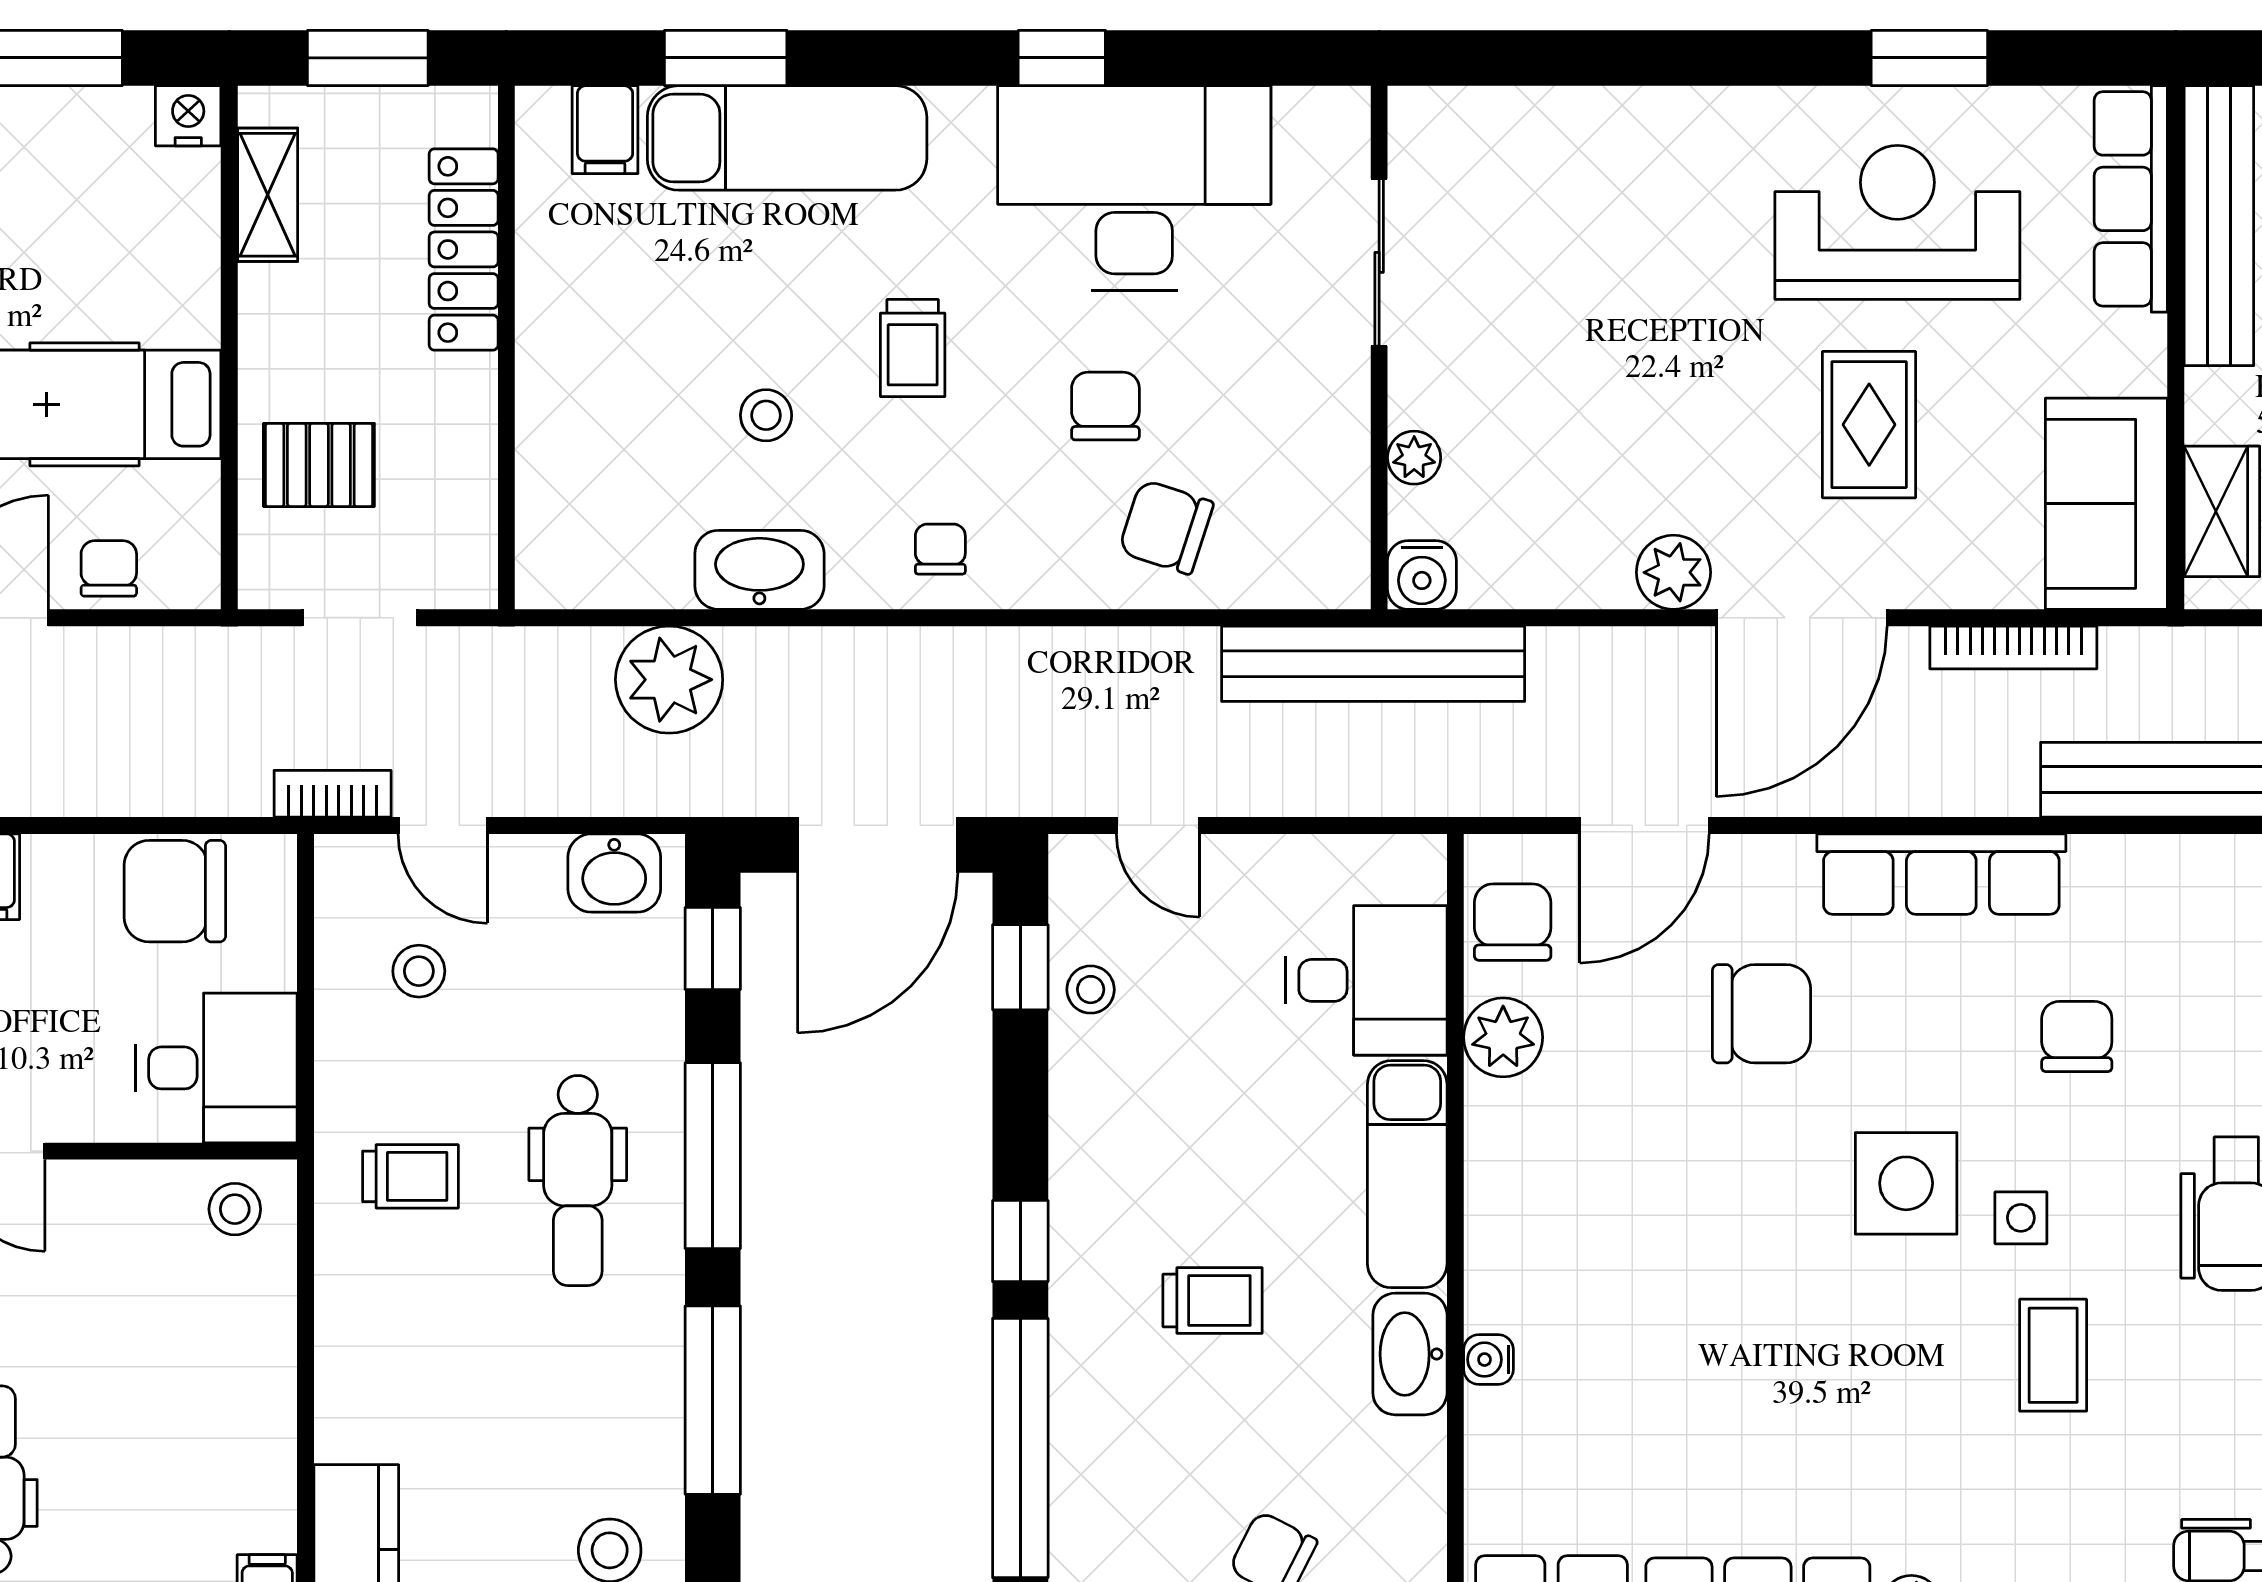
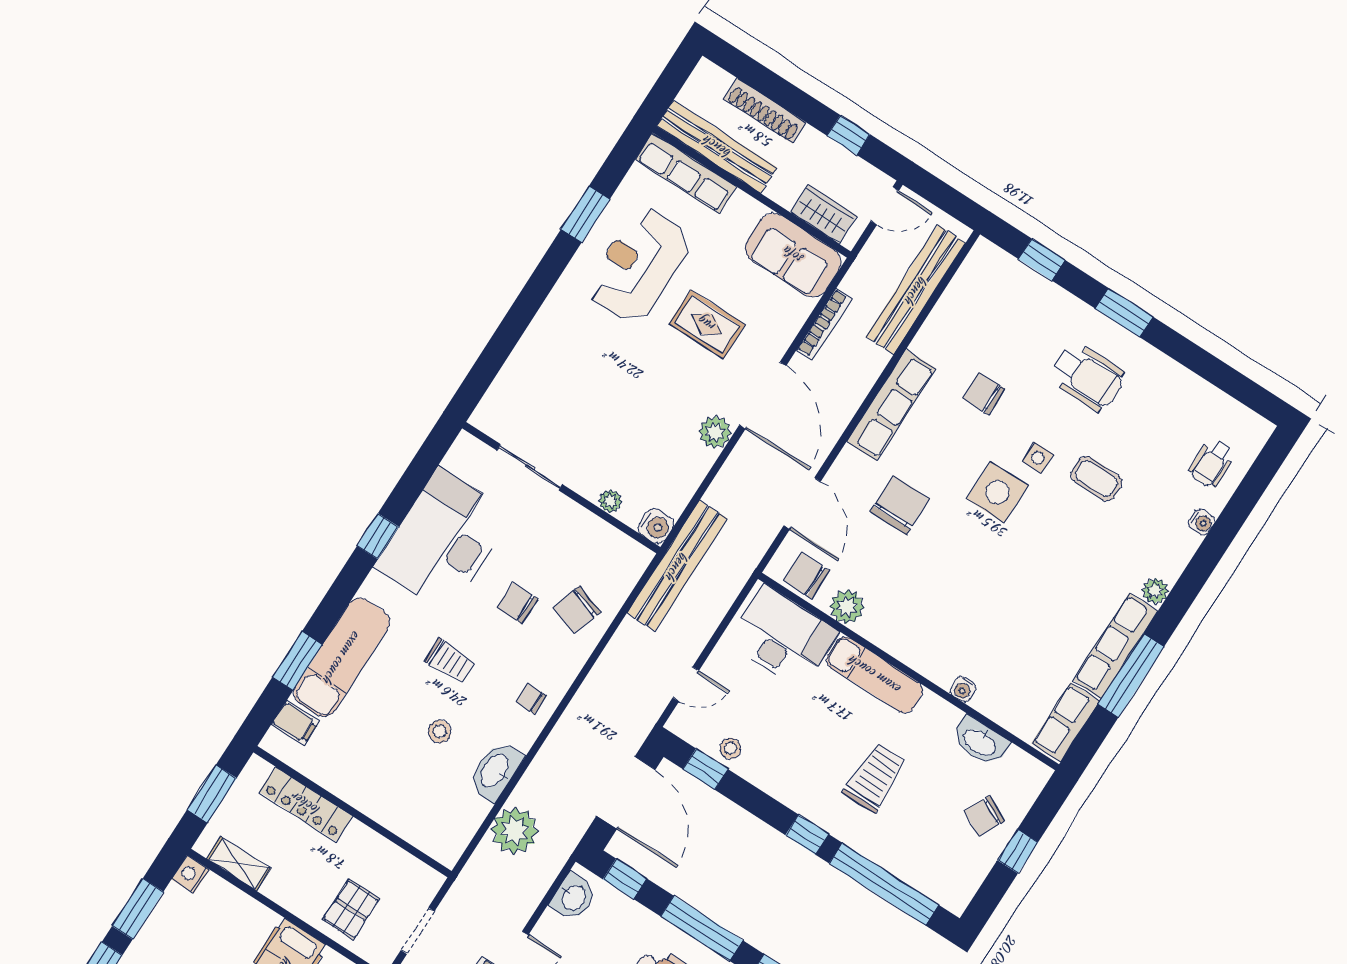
desk: (1366, 980) -> (783, 637), width x1.37
trolley: (1213, 1301) -> (875, 777), width x1.36, depth x1.39
washbasin: (1410, 1354) -> (980, 742), moved

